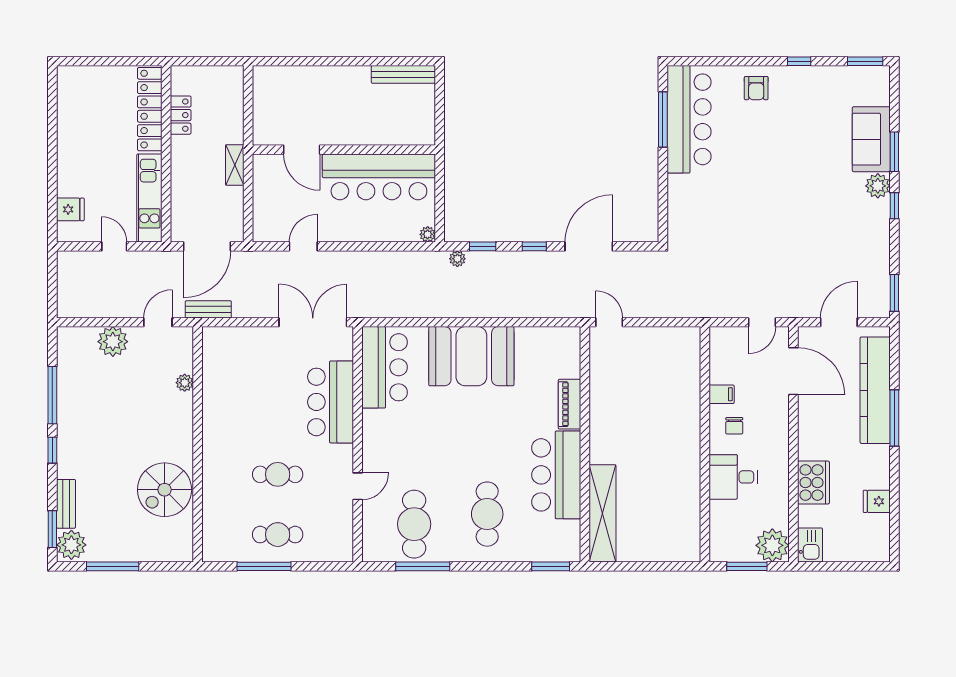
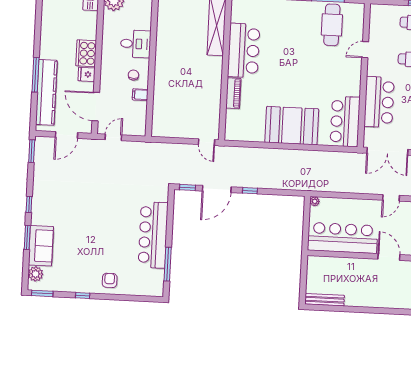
bar counter: (689, 119) -> (153, 235), moved
plant: (878, 186) -> (36, 274), moved
window: (483, 246) -> (187, 187), moved
plant: (457, 259) -> (297, 186), removed
cooker: (813, 483) -> (86, 53), moved
fridge: (877, 501) -> (87, 74), moved, turned 180
cafe table: (487, 514) -> (287, 29), removed

